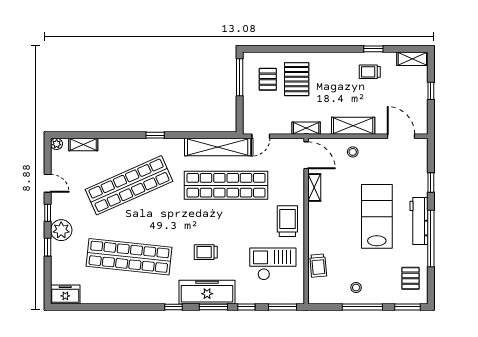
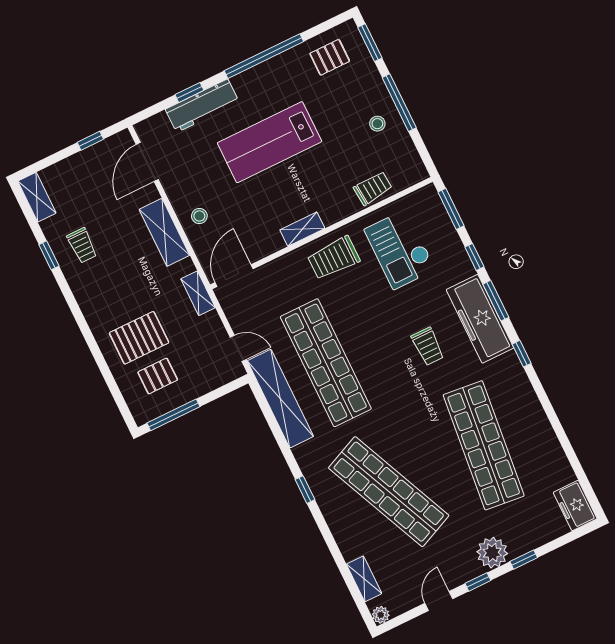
window: (431, 91) -> (90, 141), moved
shelving: (314, 187) -> (302, 229), moved
workbench: (419, 221) -> (202, 106), moved

